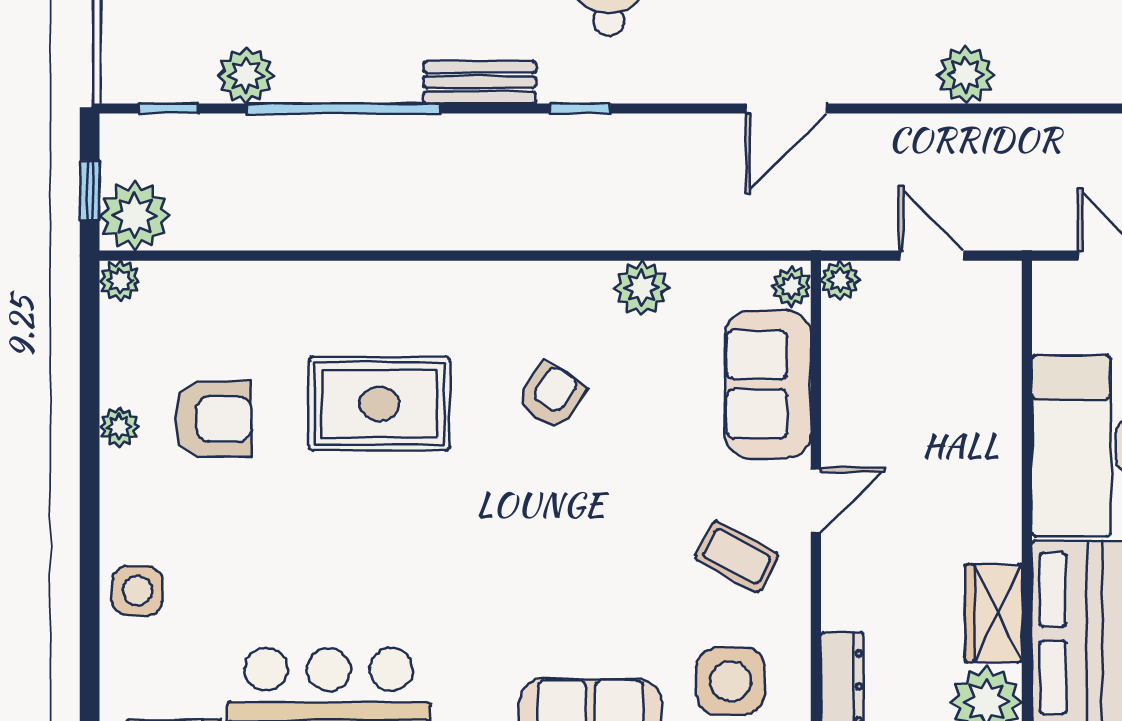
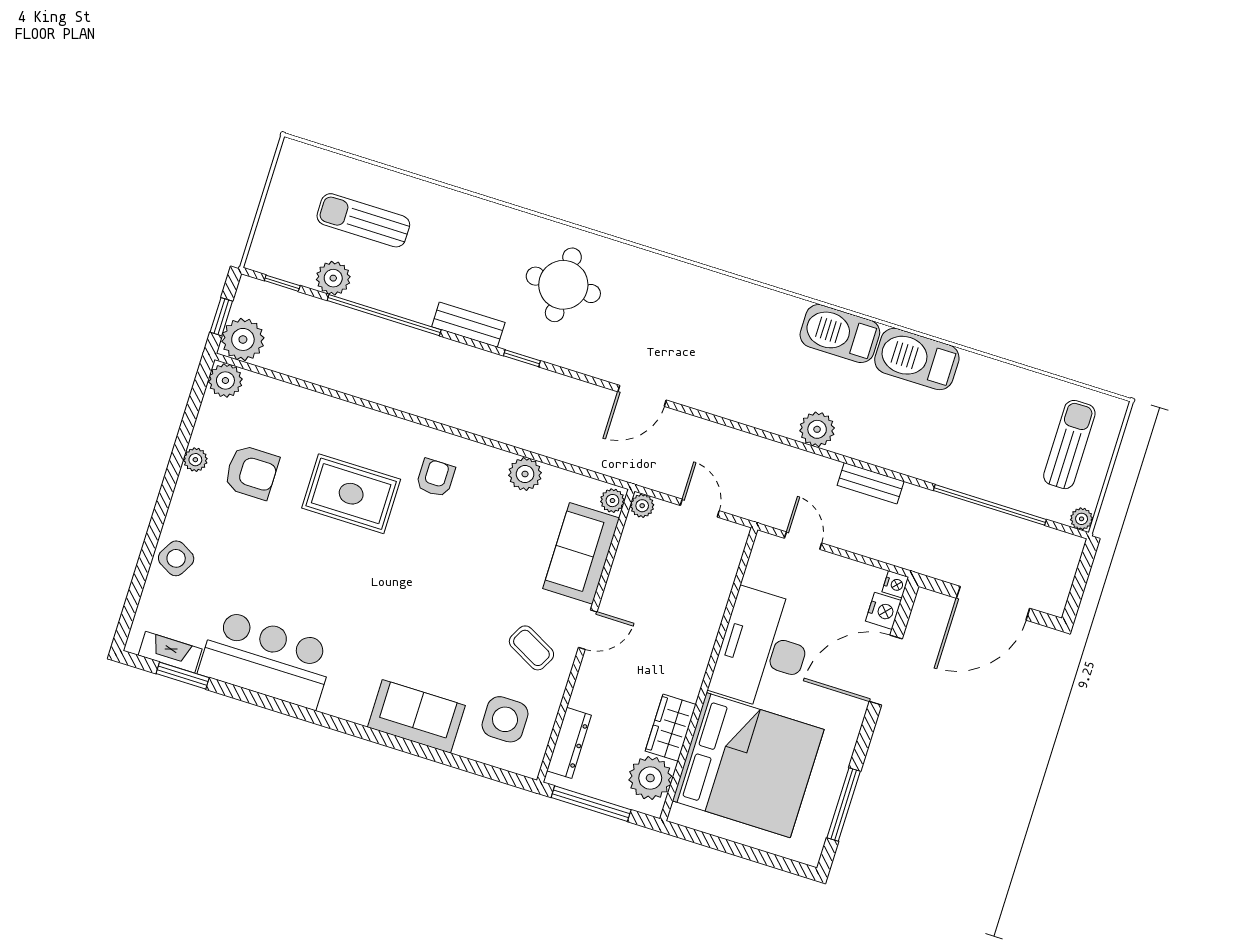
plant: (965, 75) -> (817, 429), moved
plant: (120, 281) -> (225, 380), width x1.38, depth x1.38
armchair: (551, 395) -> (435, 478), moved, turned -34
side table: (137, 591) -> (176, 558), turned 30

